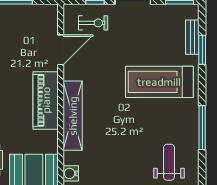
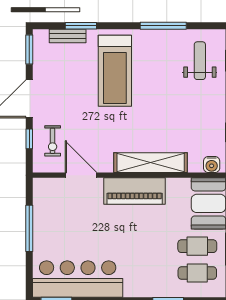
exercise bike: (93, 23) -> (53, 141), turned 180
weight bench: (169, 162) -> (200, 61), turned 90

